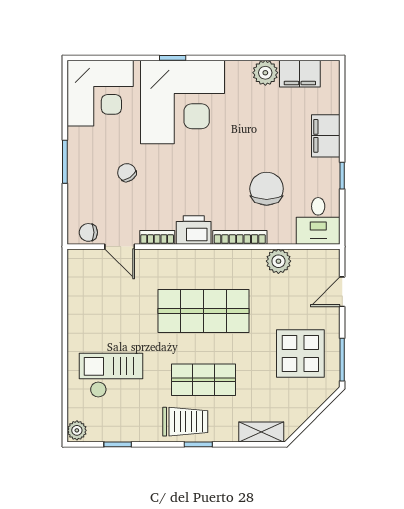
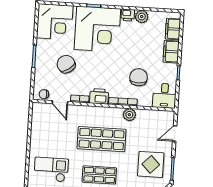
printer: (238, 71) -> (128, 15), added
filing cabinet: (300, 74) -> (173, 29), moved, turned 90
chair: (127, 173) -> (66, 64), width x1.87, depth x1.87
plant: (278, 261) -> (129, 115), moved

